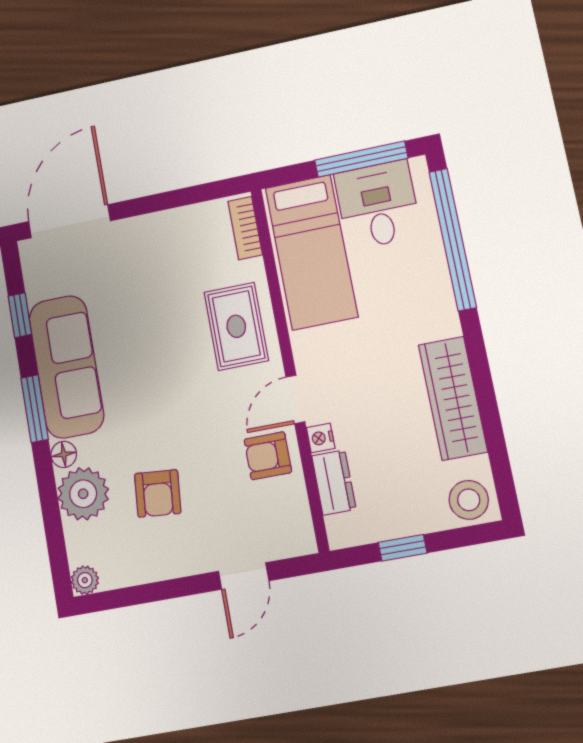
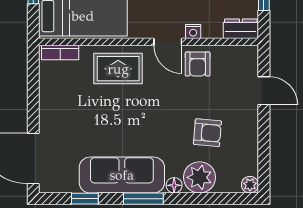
dresser: (334, 482) -> (241, 29), moved

